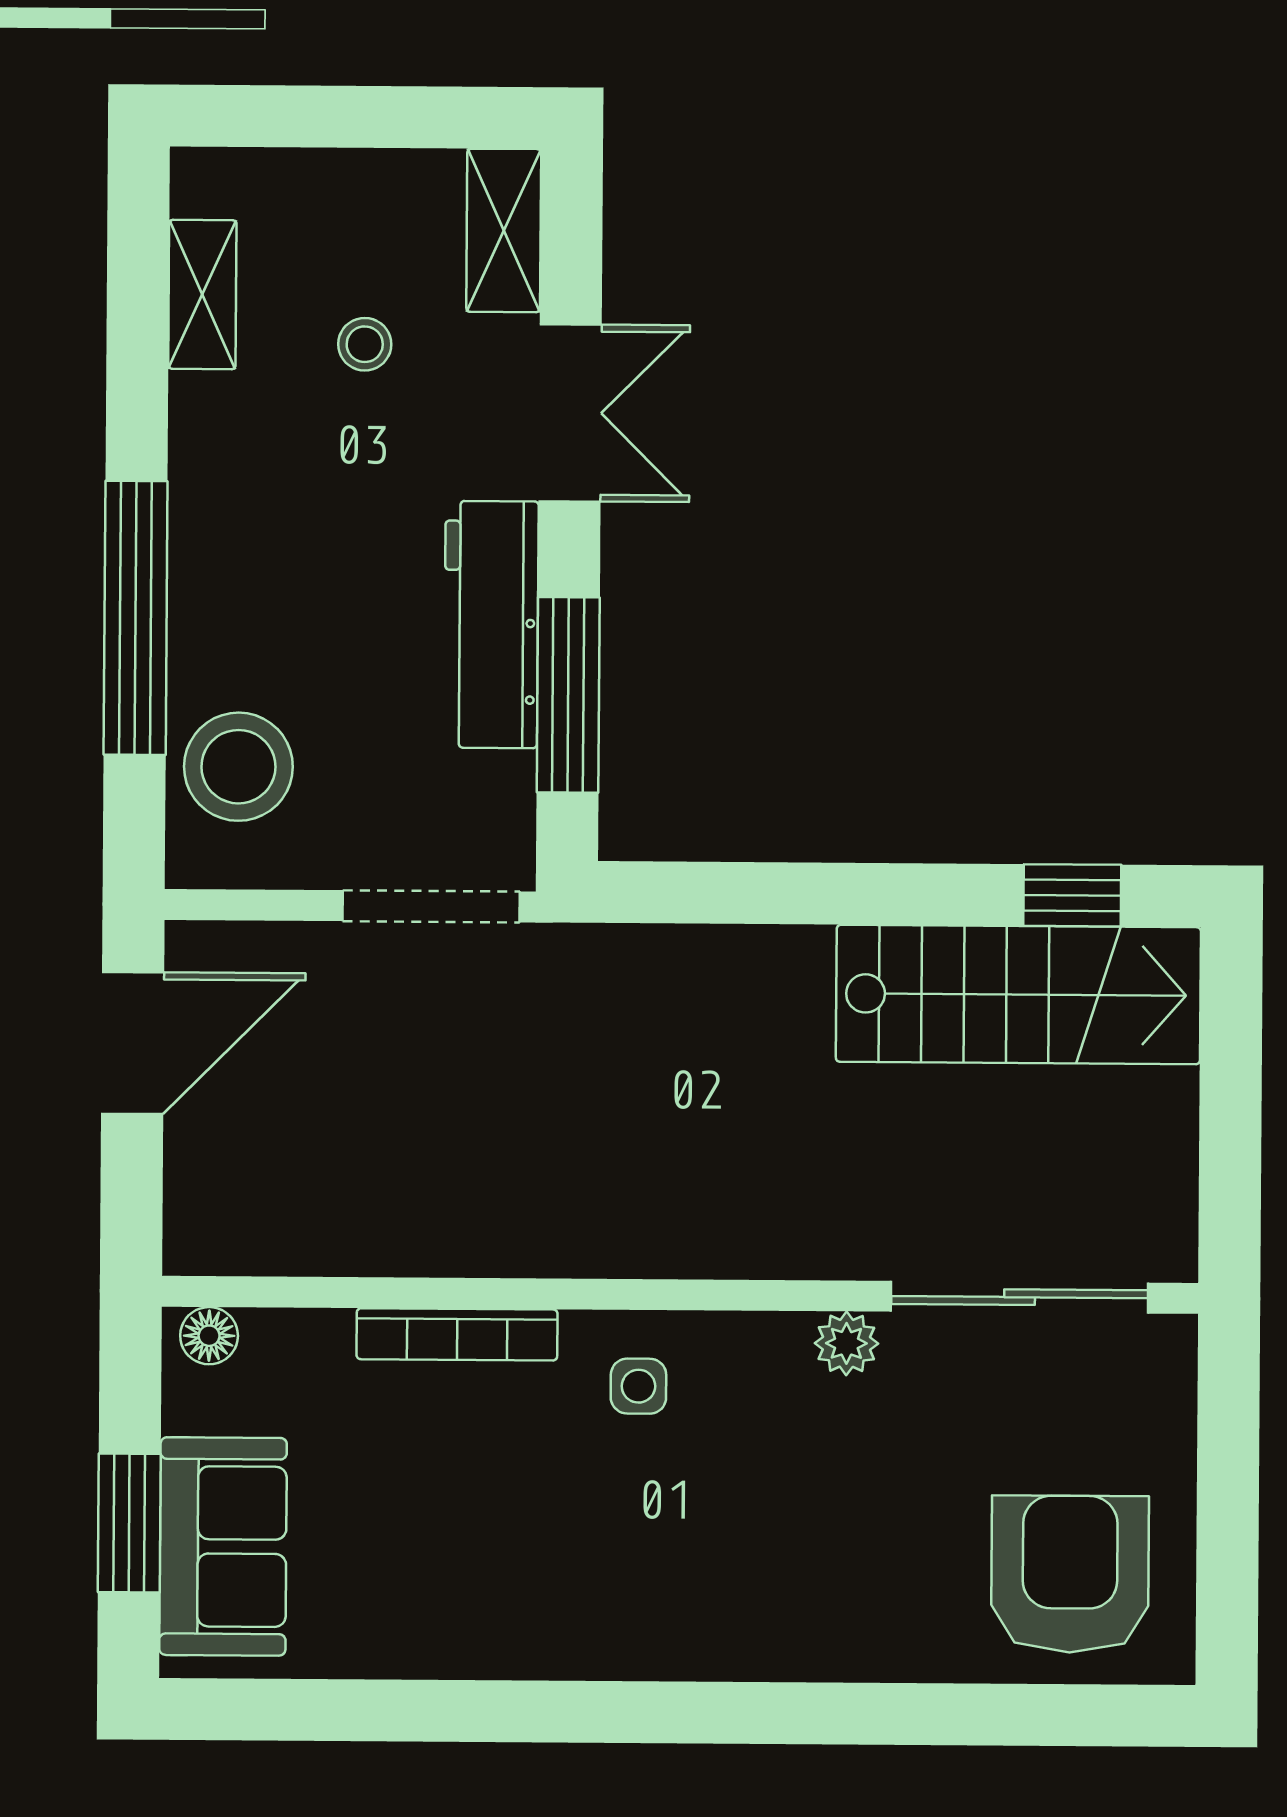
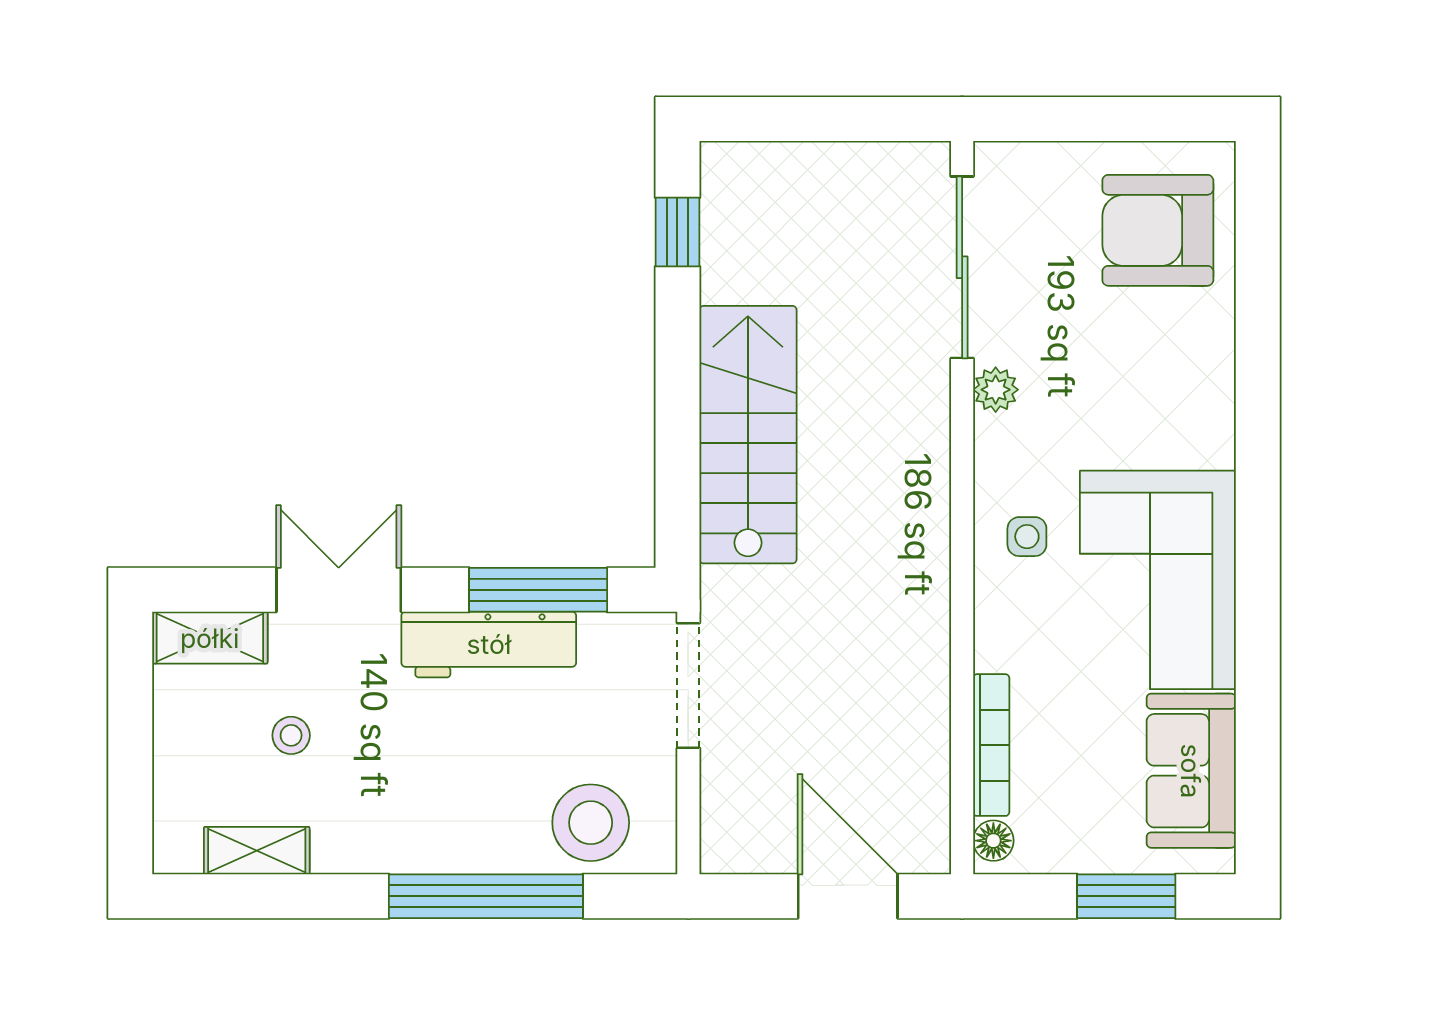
stairs: (1018, 995) -> (748, 435), moved
door: (133, 1043) -> (848, 896), moved
bookcase: (457, 1334) -> (991, 745), moved
sofa: (223, 1546) -> (1191, 771), moved, turned -90
corner sofa: (576, 1571) -> (1158, 580), added

